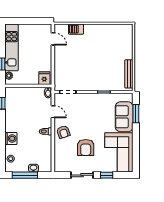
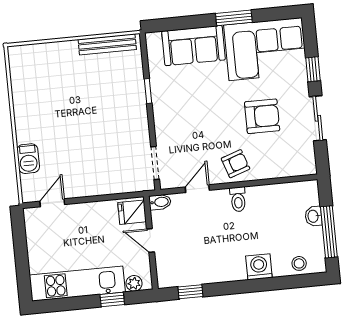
door: (29, 86) -> (151, 240), added
window: (136, 114) -> (234, 18), moved

